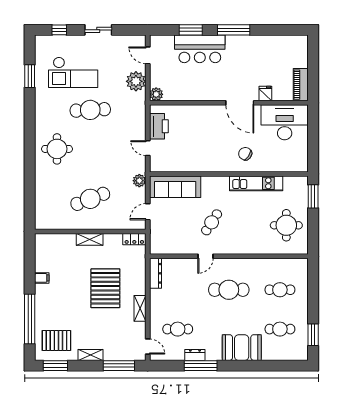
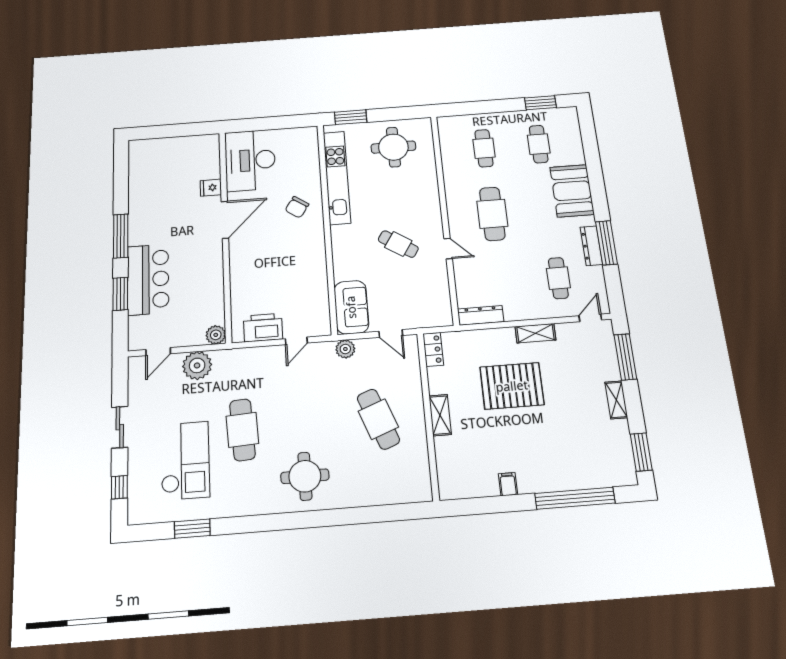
piano: (301, 85) -> (197, 144), removed
kitchen unit: (256, 183) -> (337, 177), width x1.36
sofa: (175, 187) -> (351, 307), width x0.73
pallet: (56, 340) -> (602, 454), removed
dresser: (195, 355) -> (591, 246), width x1.44

